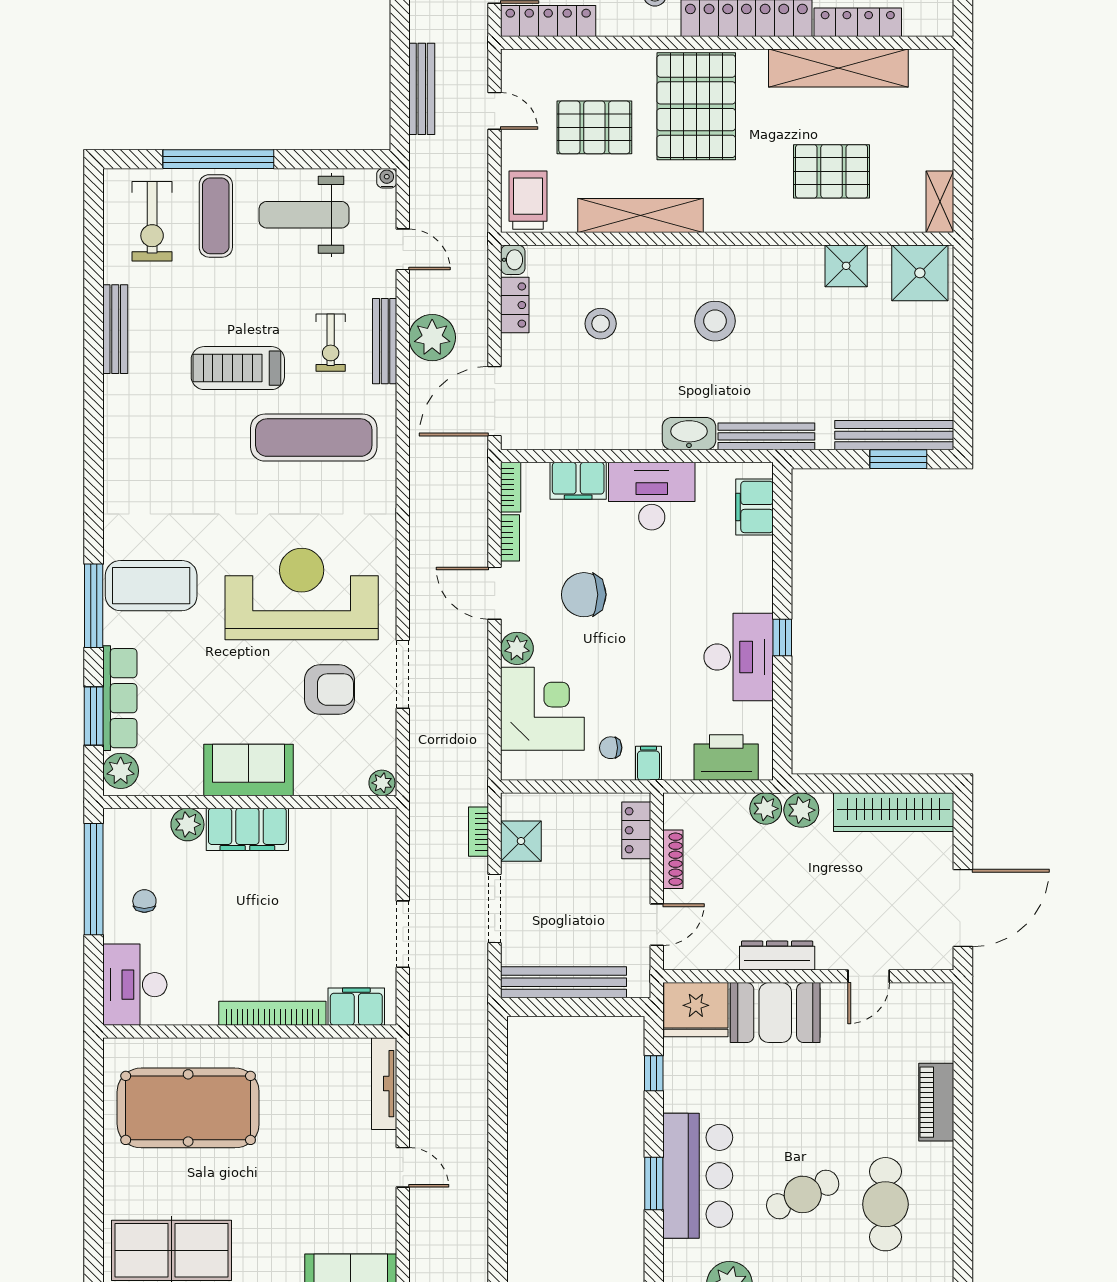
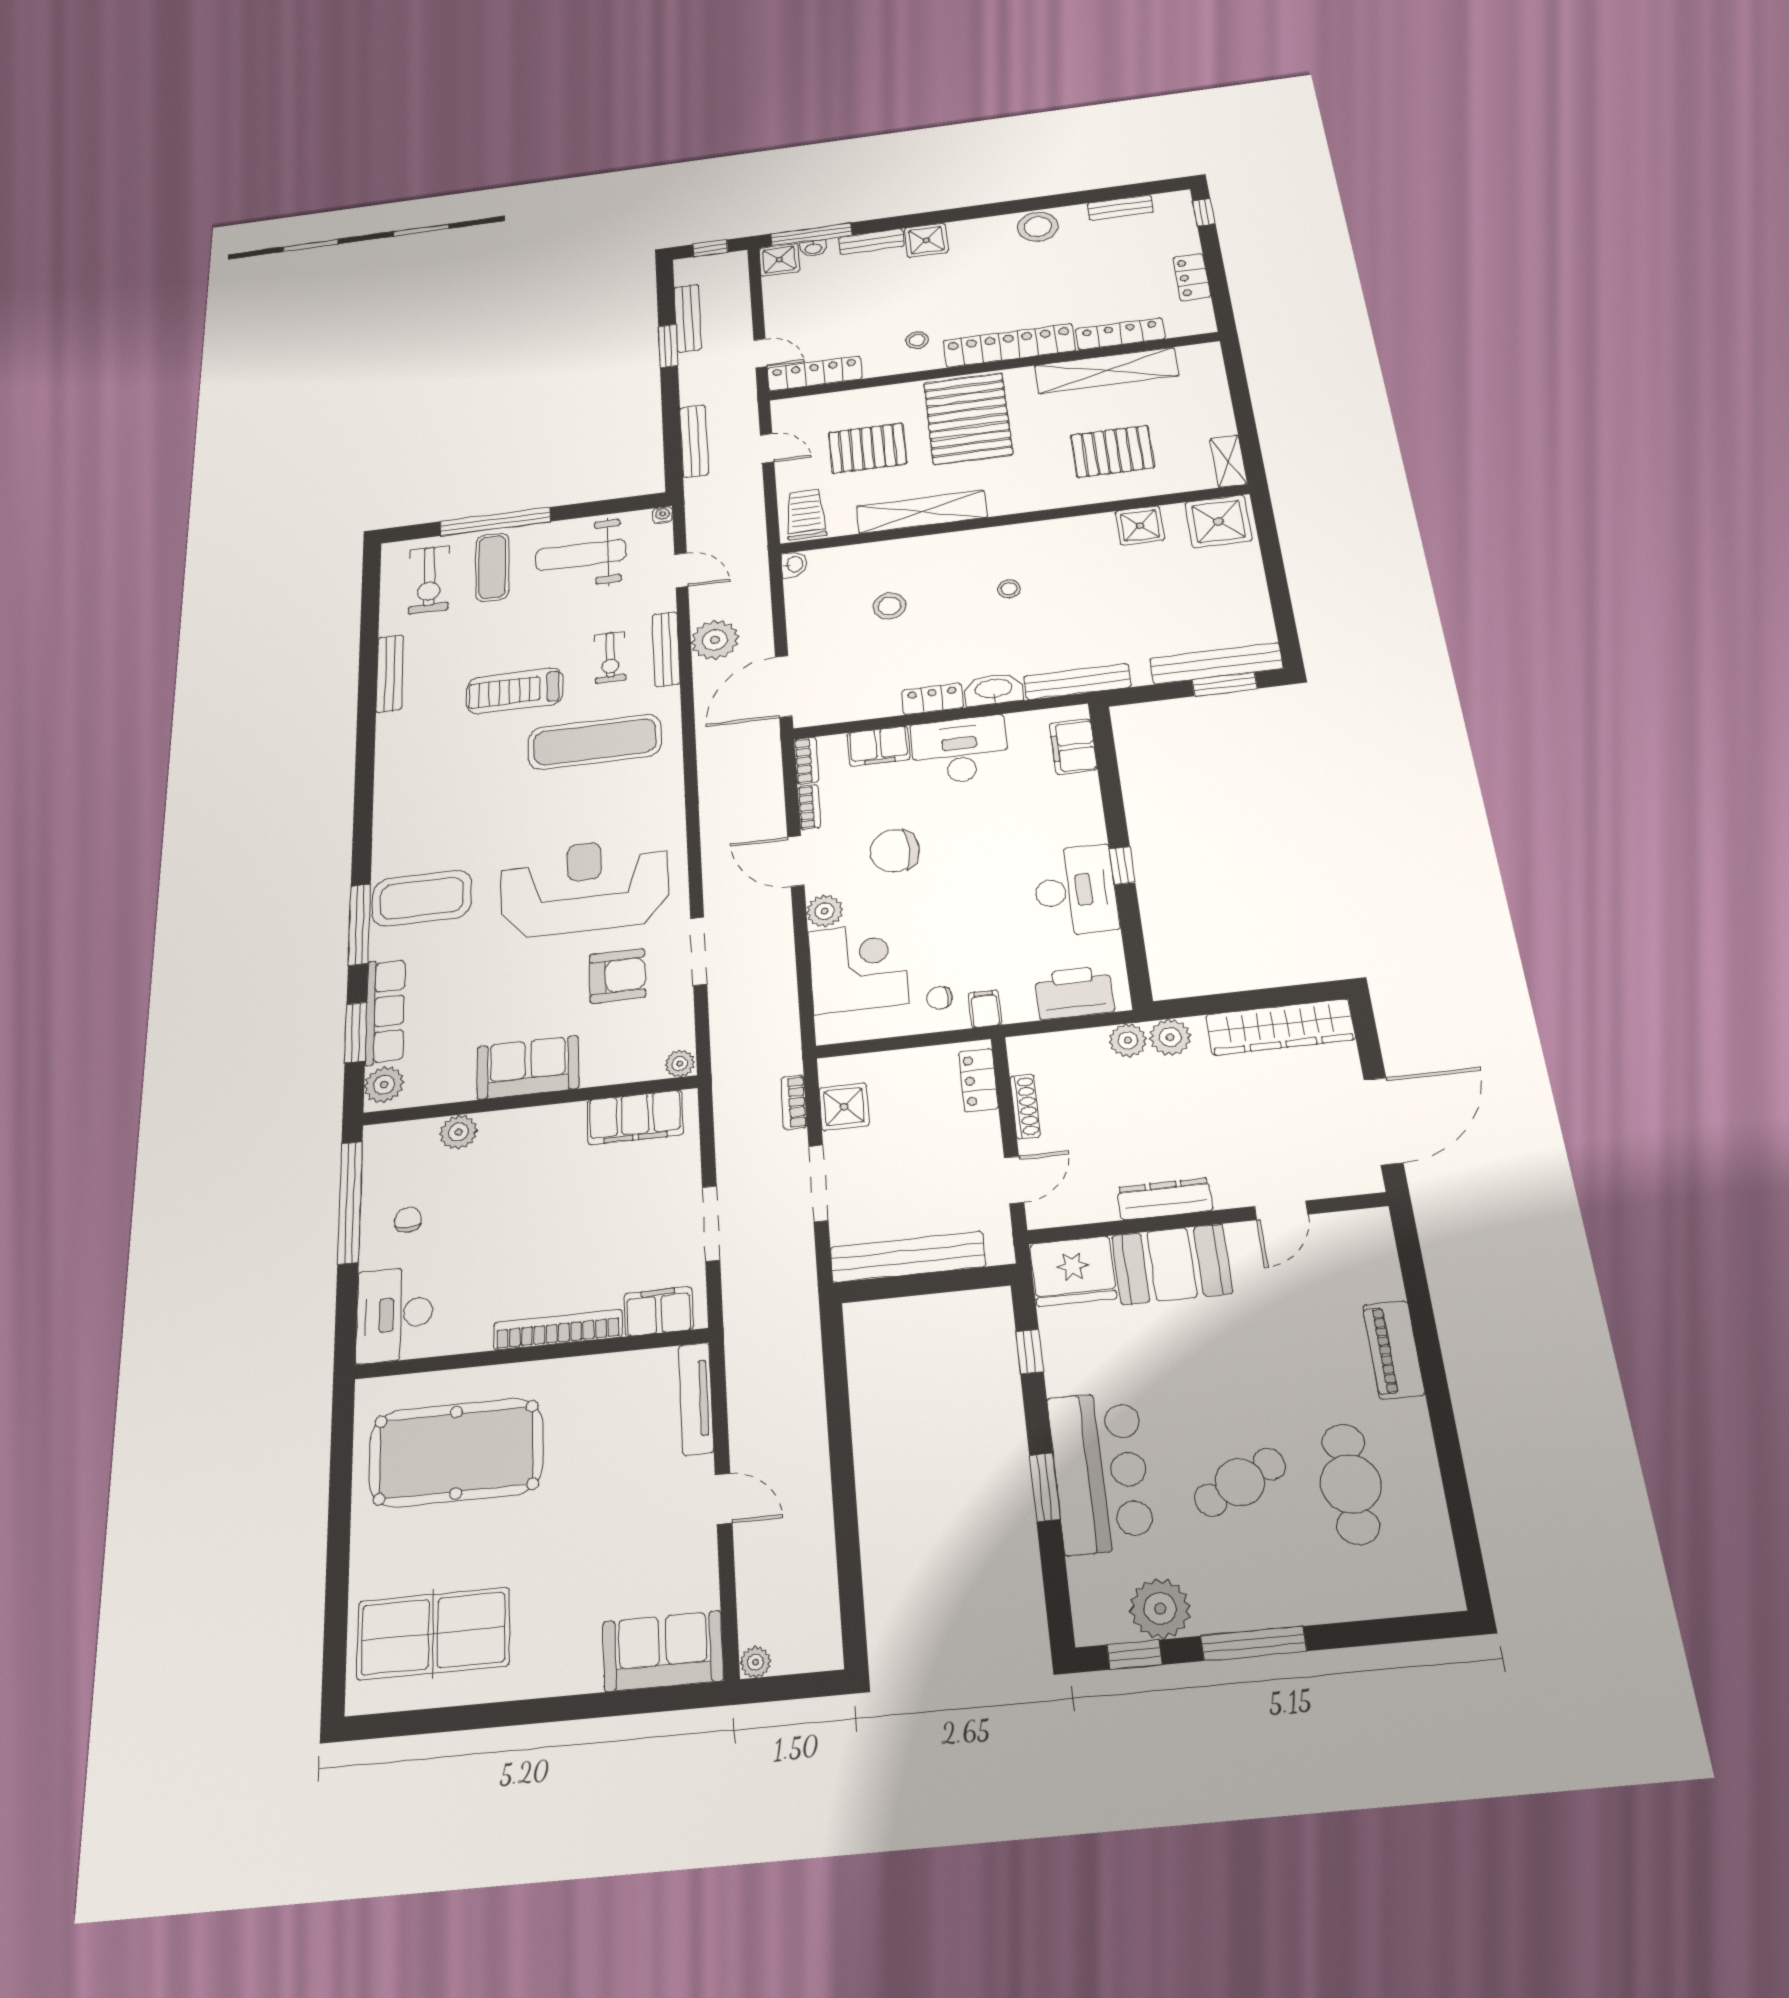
locker: (515, 305) -> (933, 699), moved, turned -90
stool: (715, 321) -> (1009, 589), width x0.53, depth x0.53
filing cabinet: (247, 829) -> (635, 1117), moved

